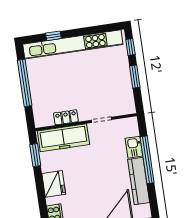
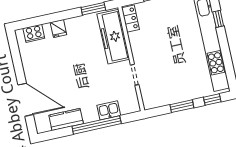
locker: (66, 117) -> (130, 19), moved
kitchen counter: (139, 181) -> (66, 119), width x0.67
fridge: (54, 184) -> (58, 28), width x0.53, depth x0.75

